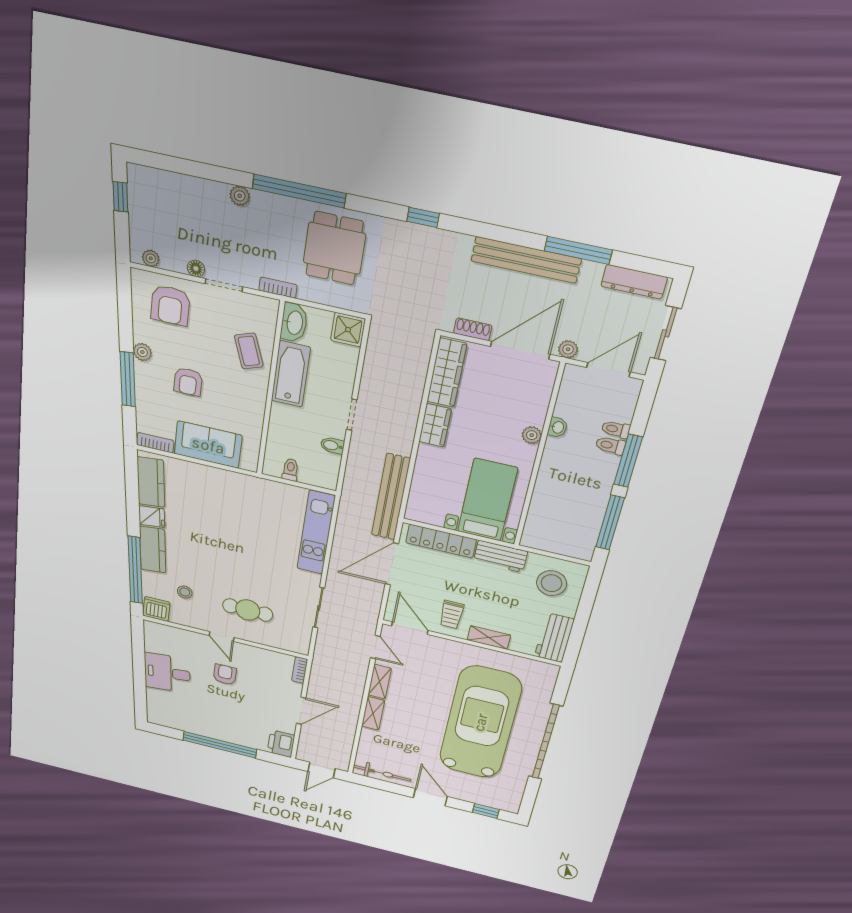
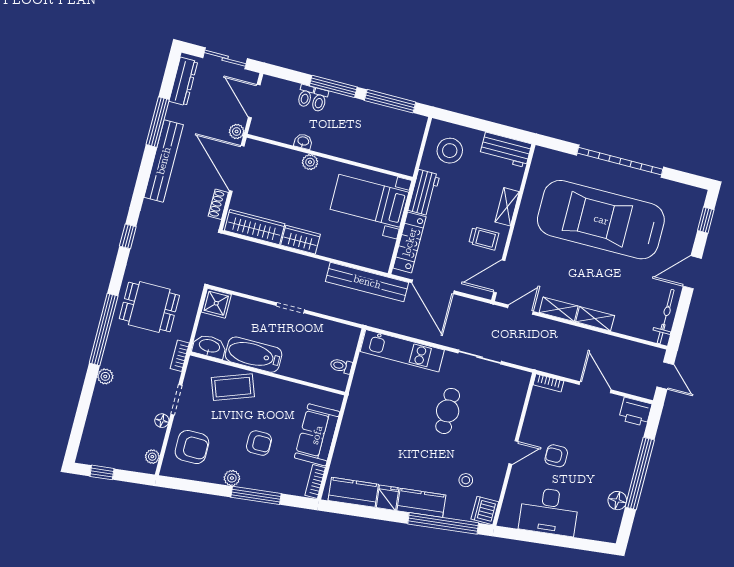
coffee table: (249, 351) -> (233, 387), width x1.36, depth x1.30
bidet: (332, 445) -> (319, 327), removed
cafe table: (248, 610) -> (448, 411), moved
desk: (167, 673) -> (549, 511), width x1.37
floor lamp: (189, 725) -> (617, 501), added

